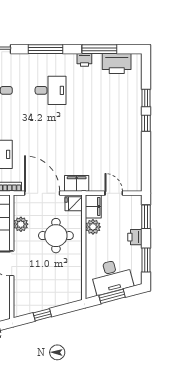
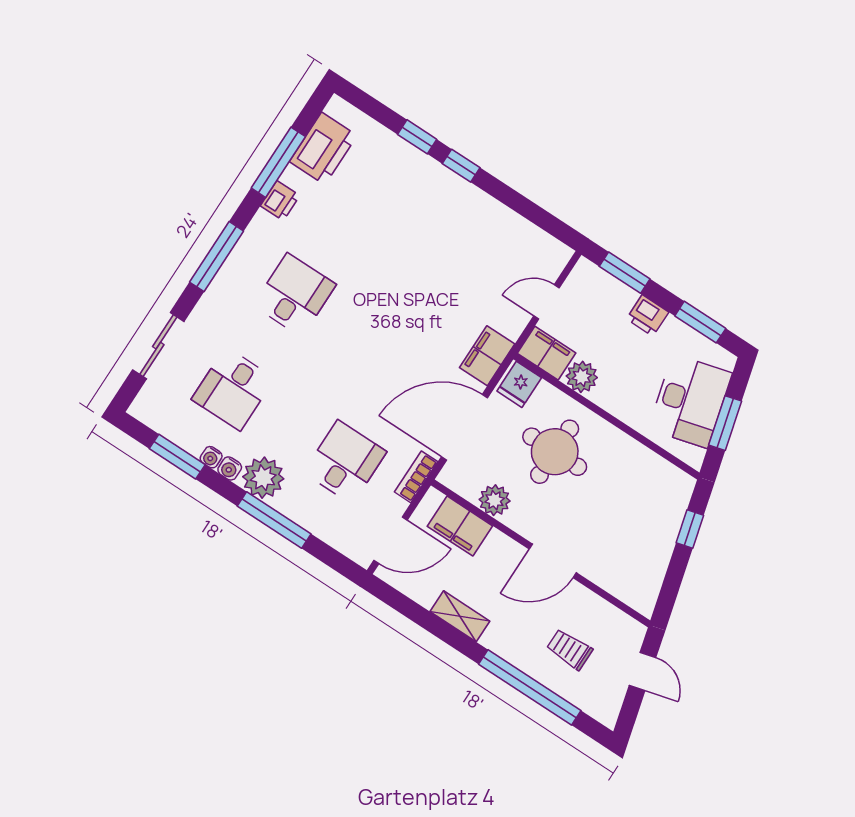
window: (42, 315) -> (690, 529), moved

